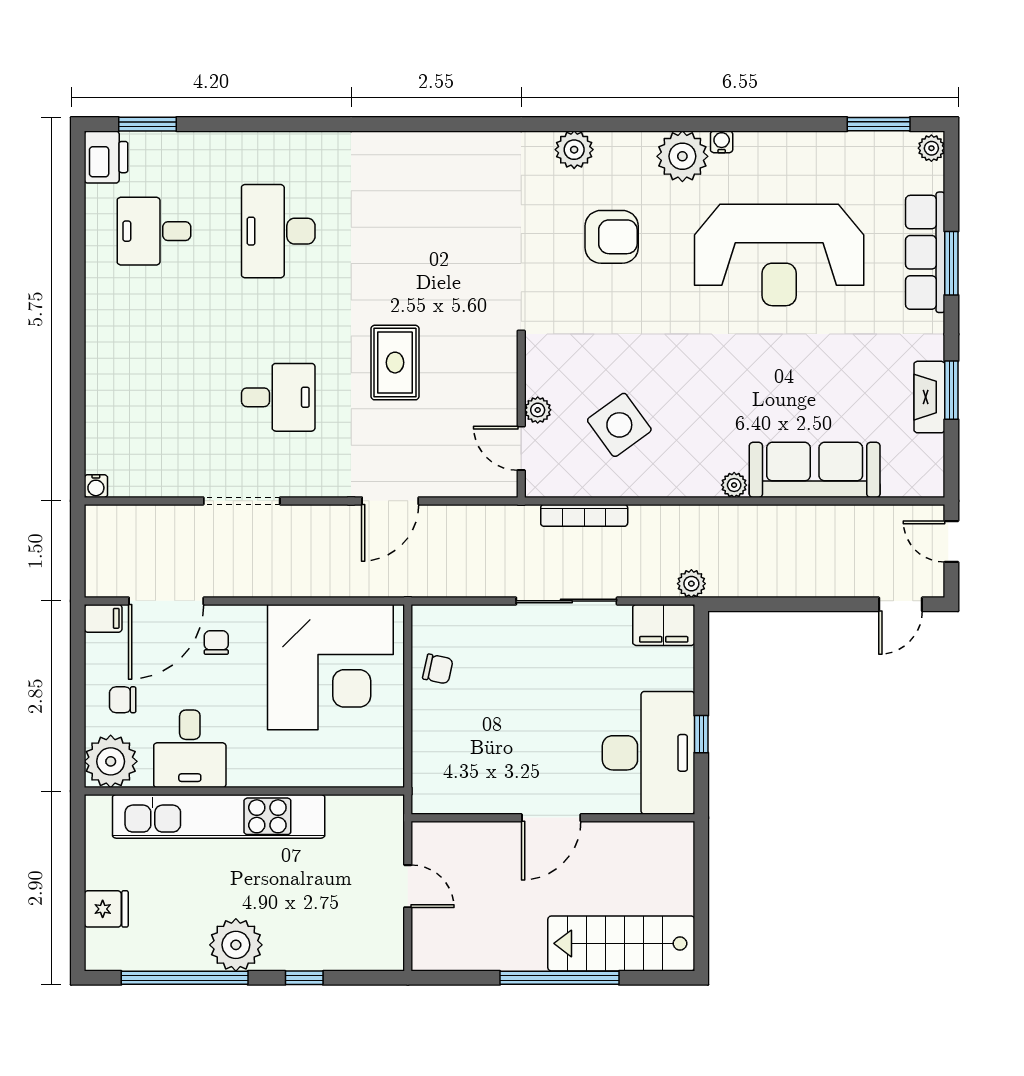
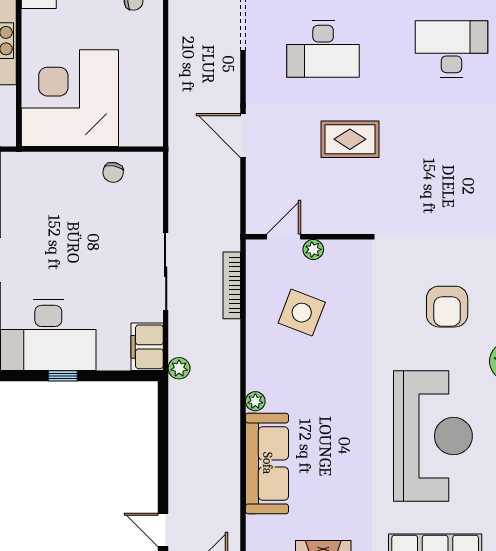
reception desk: (779, 255) -> (433, 436), turned 180
desk: (278, 397) -> (323, 49), width x1.37
side table: (619, 425) -> (302, 313), turned -33
corner desk: (330, 667) -> (70, 98), moved, turned 90

